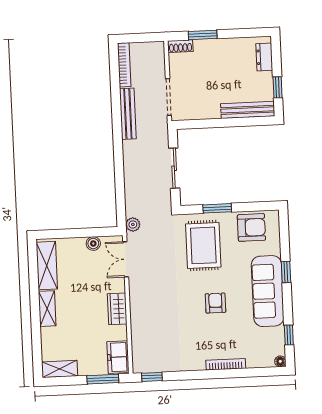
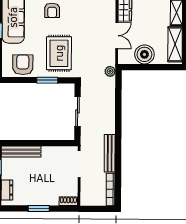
window: (203, 35) -> (39, 208), moved
armchair: (251, 227) -> (23, 65), turned 90
boiler: (93, 244) -> (144, 54), width x1.86, depth x1.86
double door: (126, 259) -> (117, 36), moved

